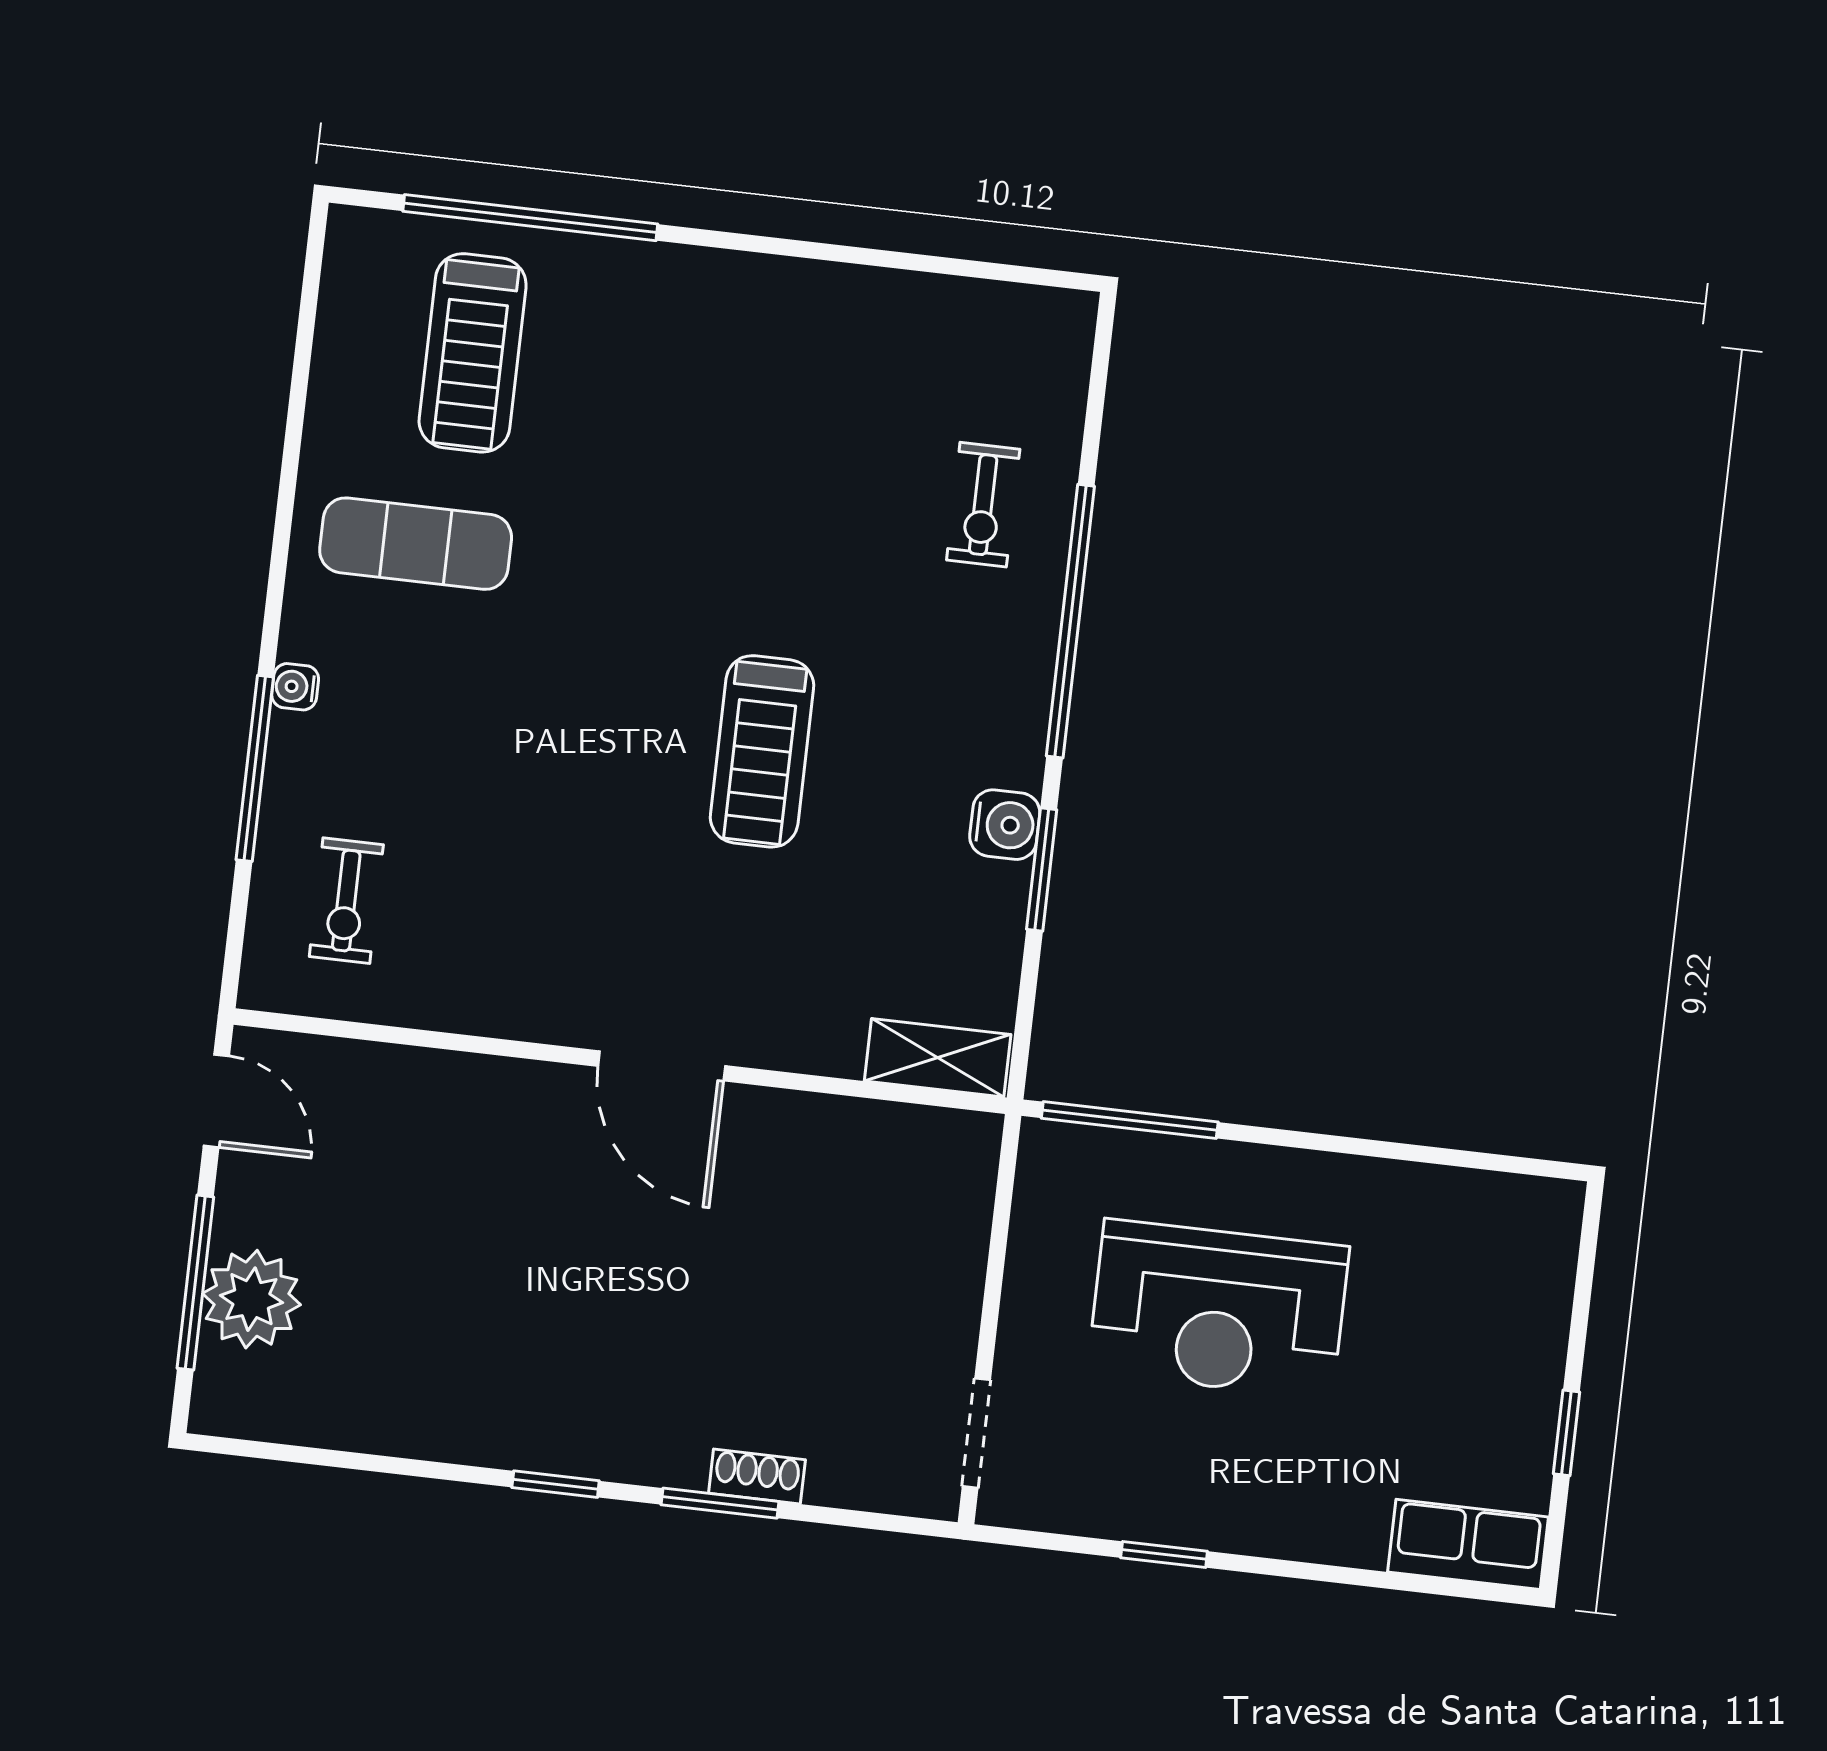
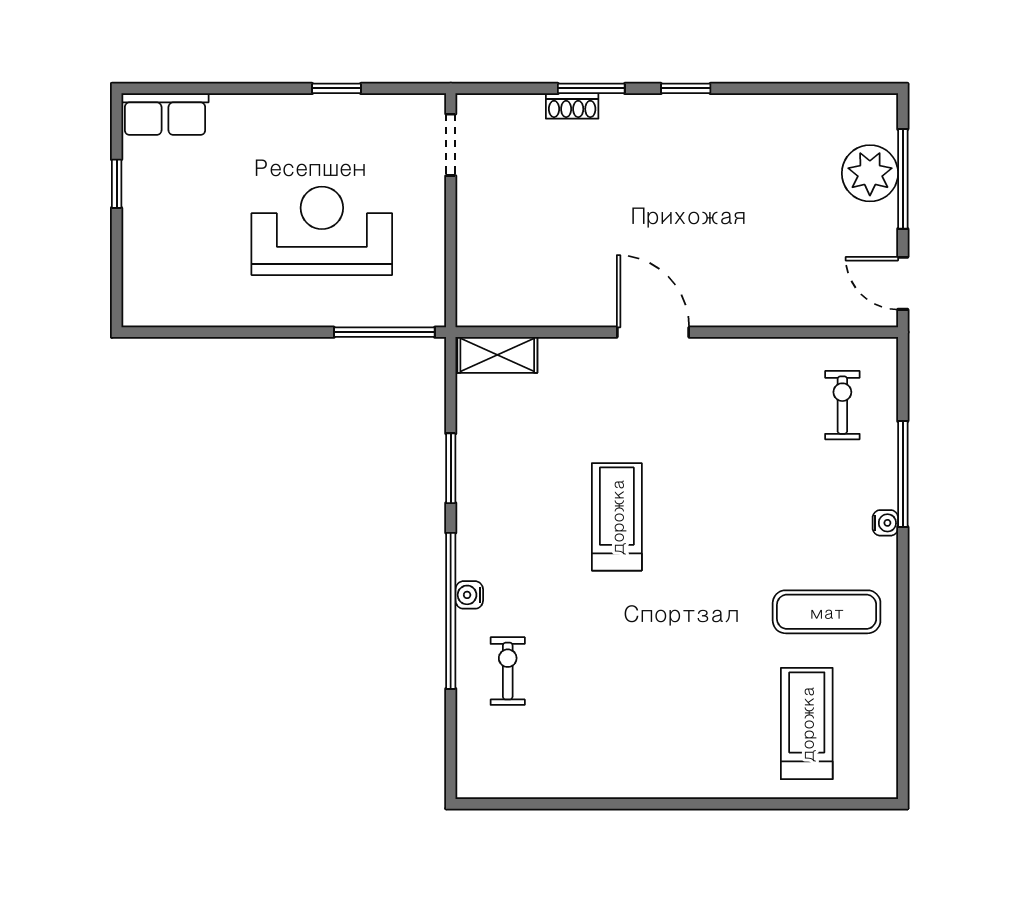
window: (530, 218) -> (783, 804), removed
water cooler: (1005, 825) -> (469, 595), moved, width x0.72, depth x0.72

